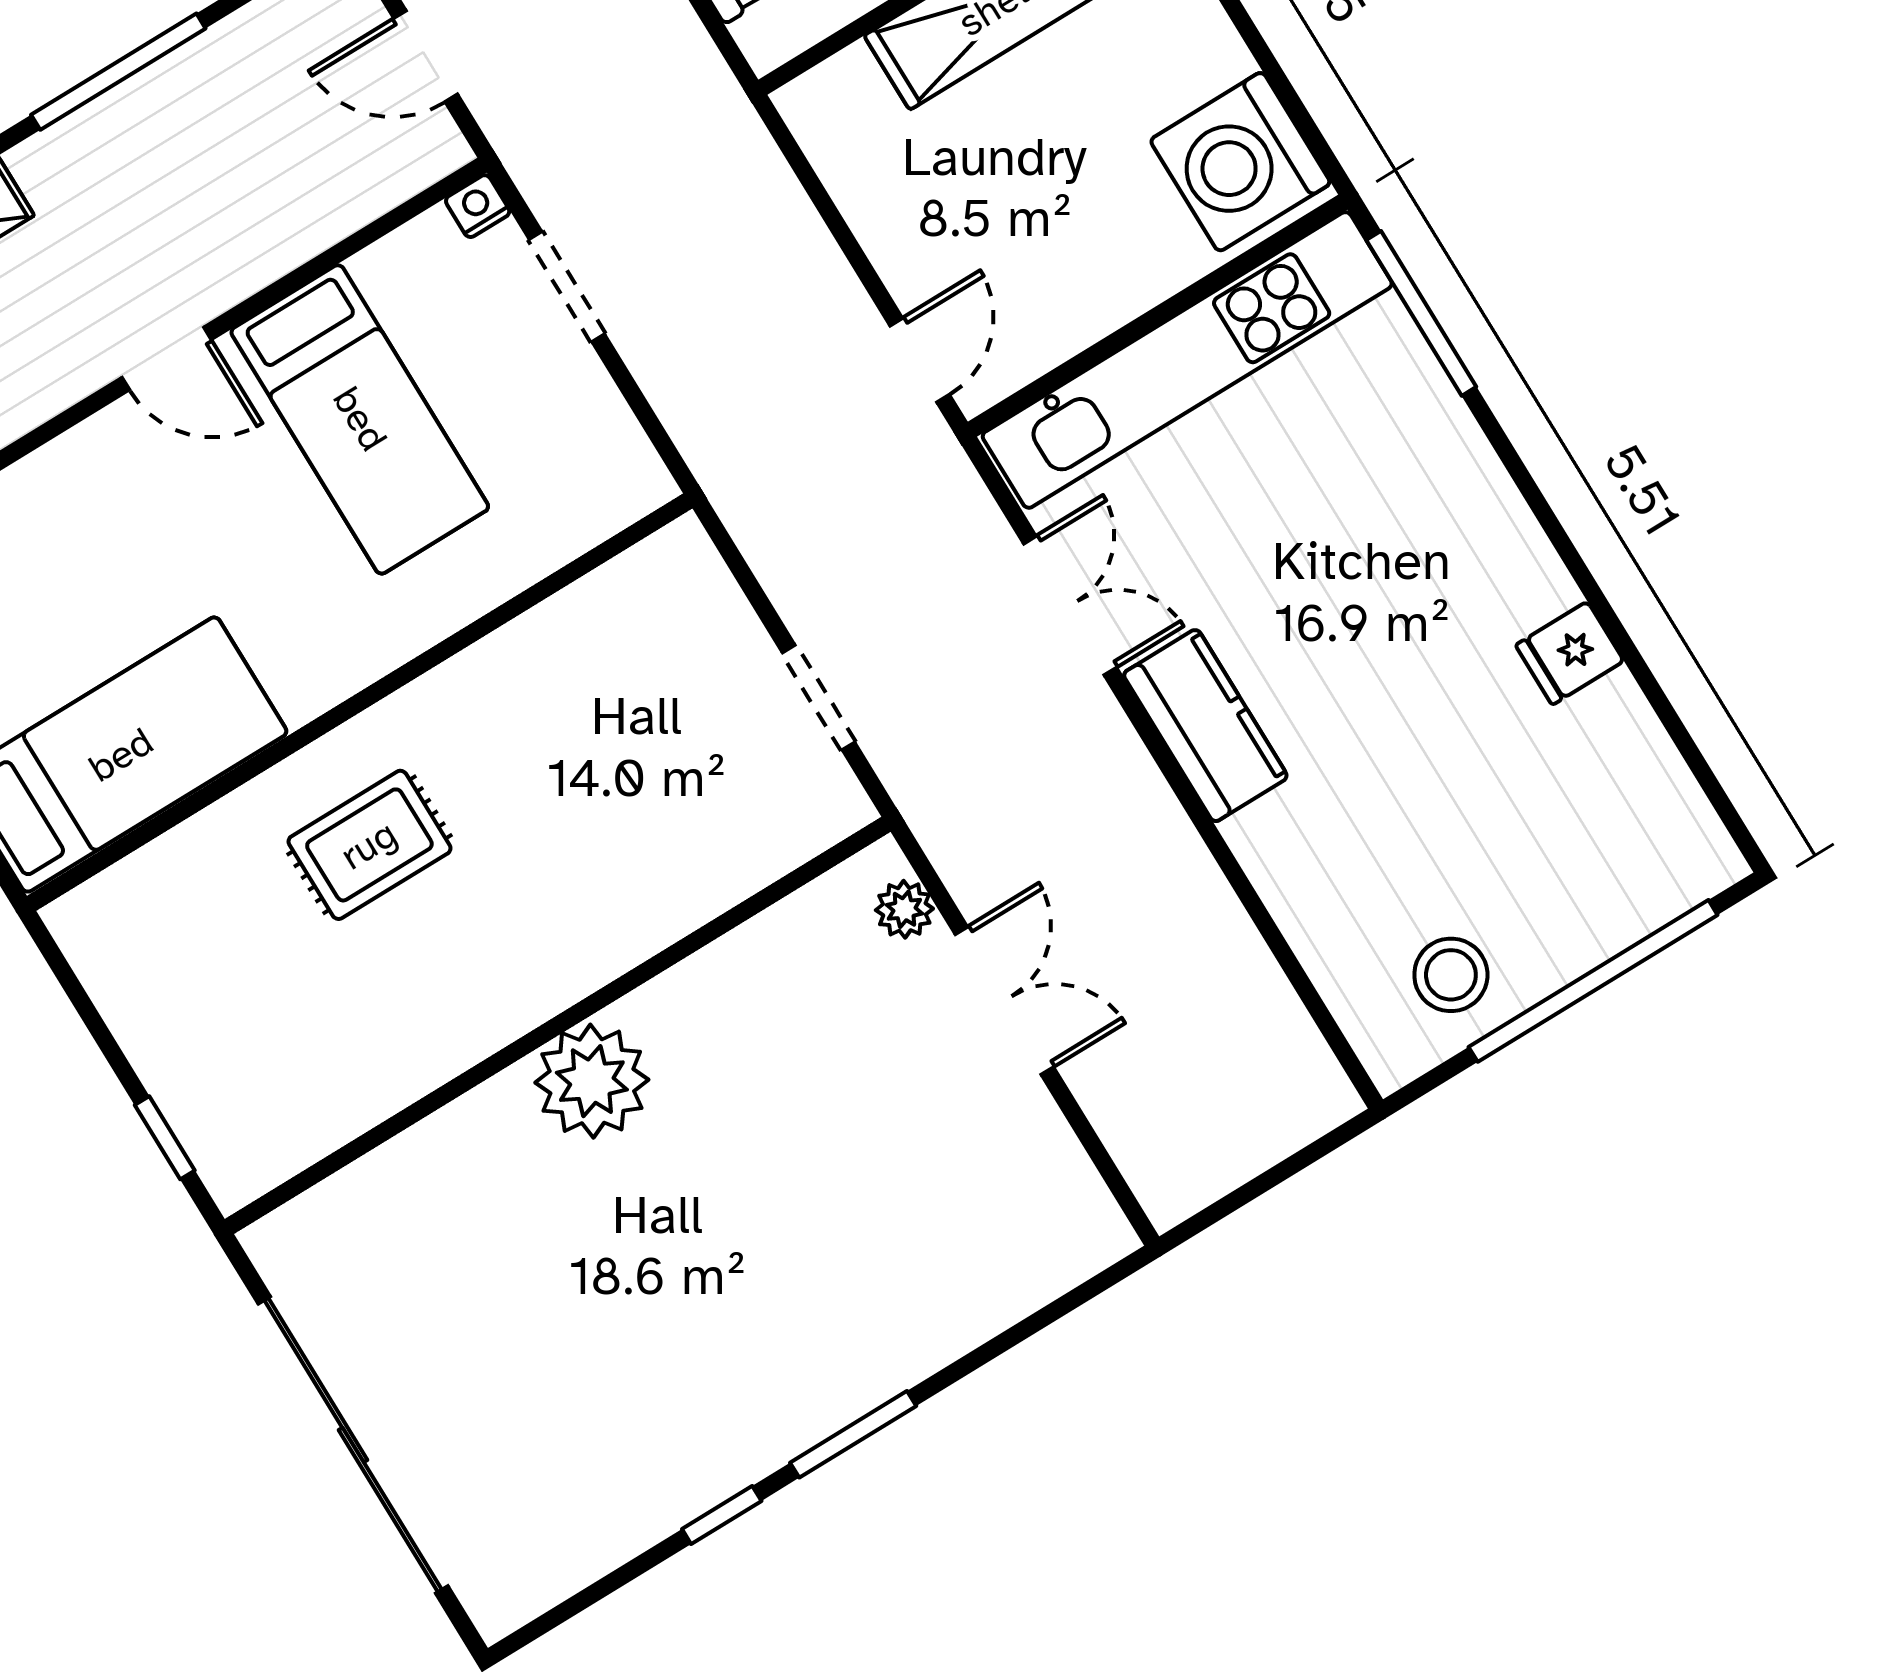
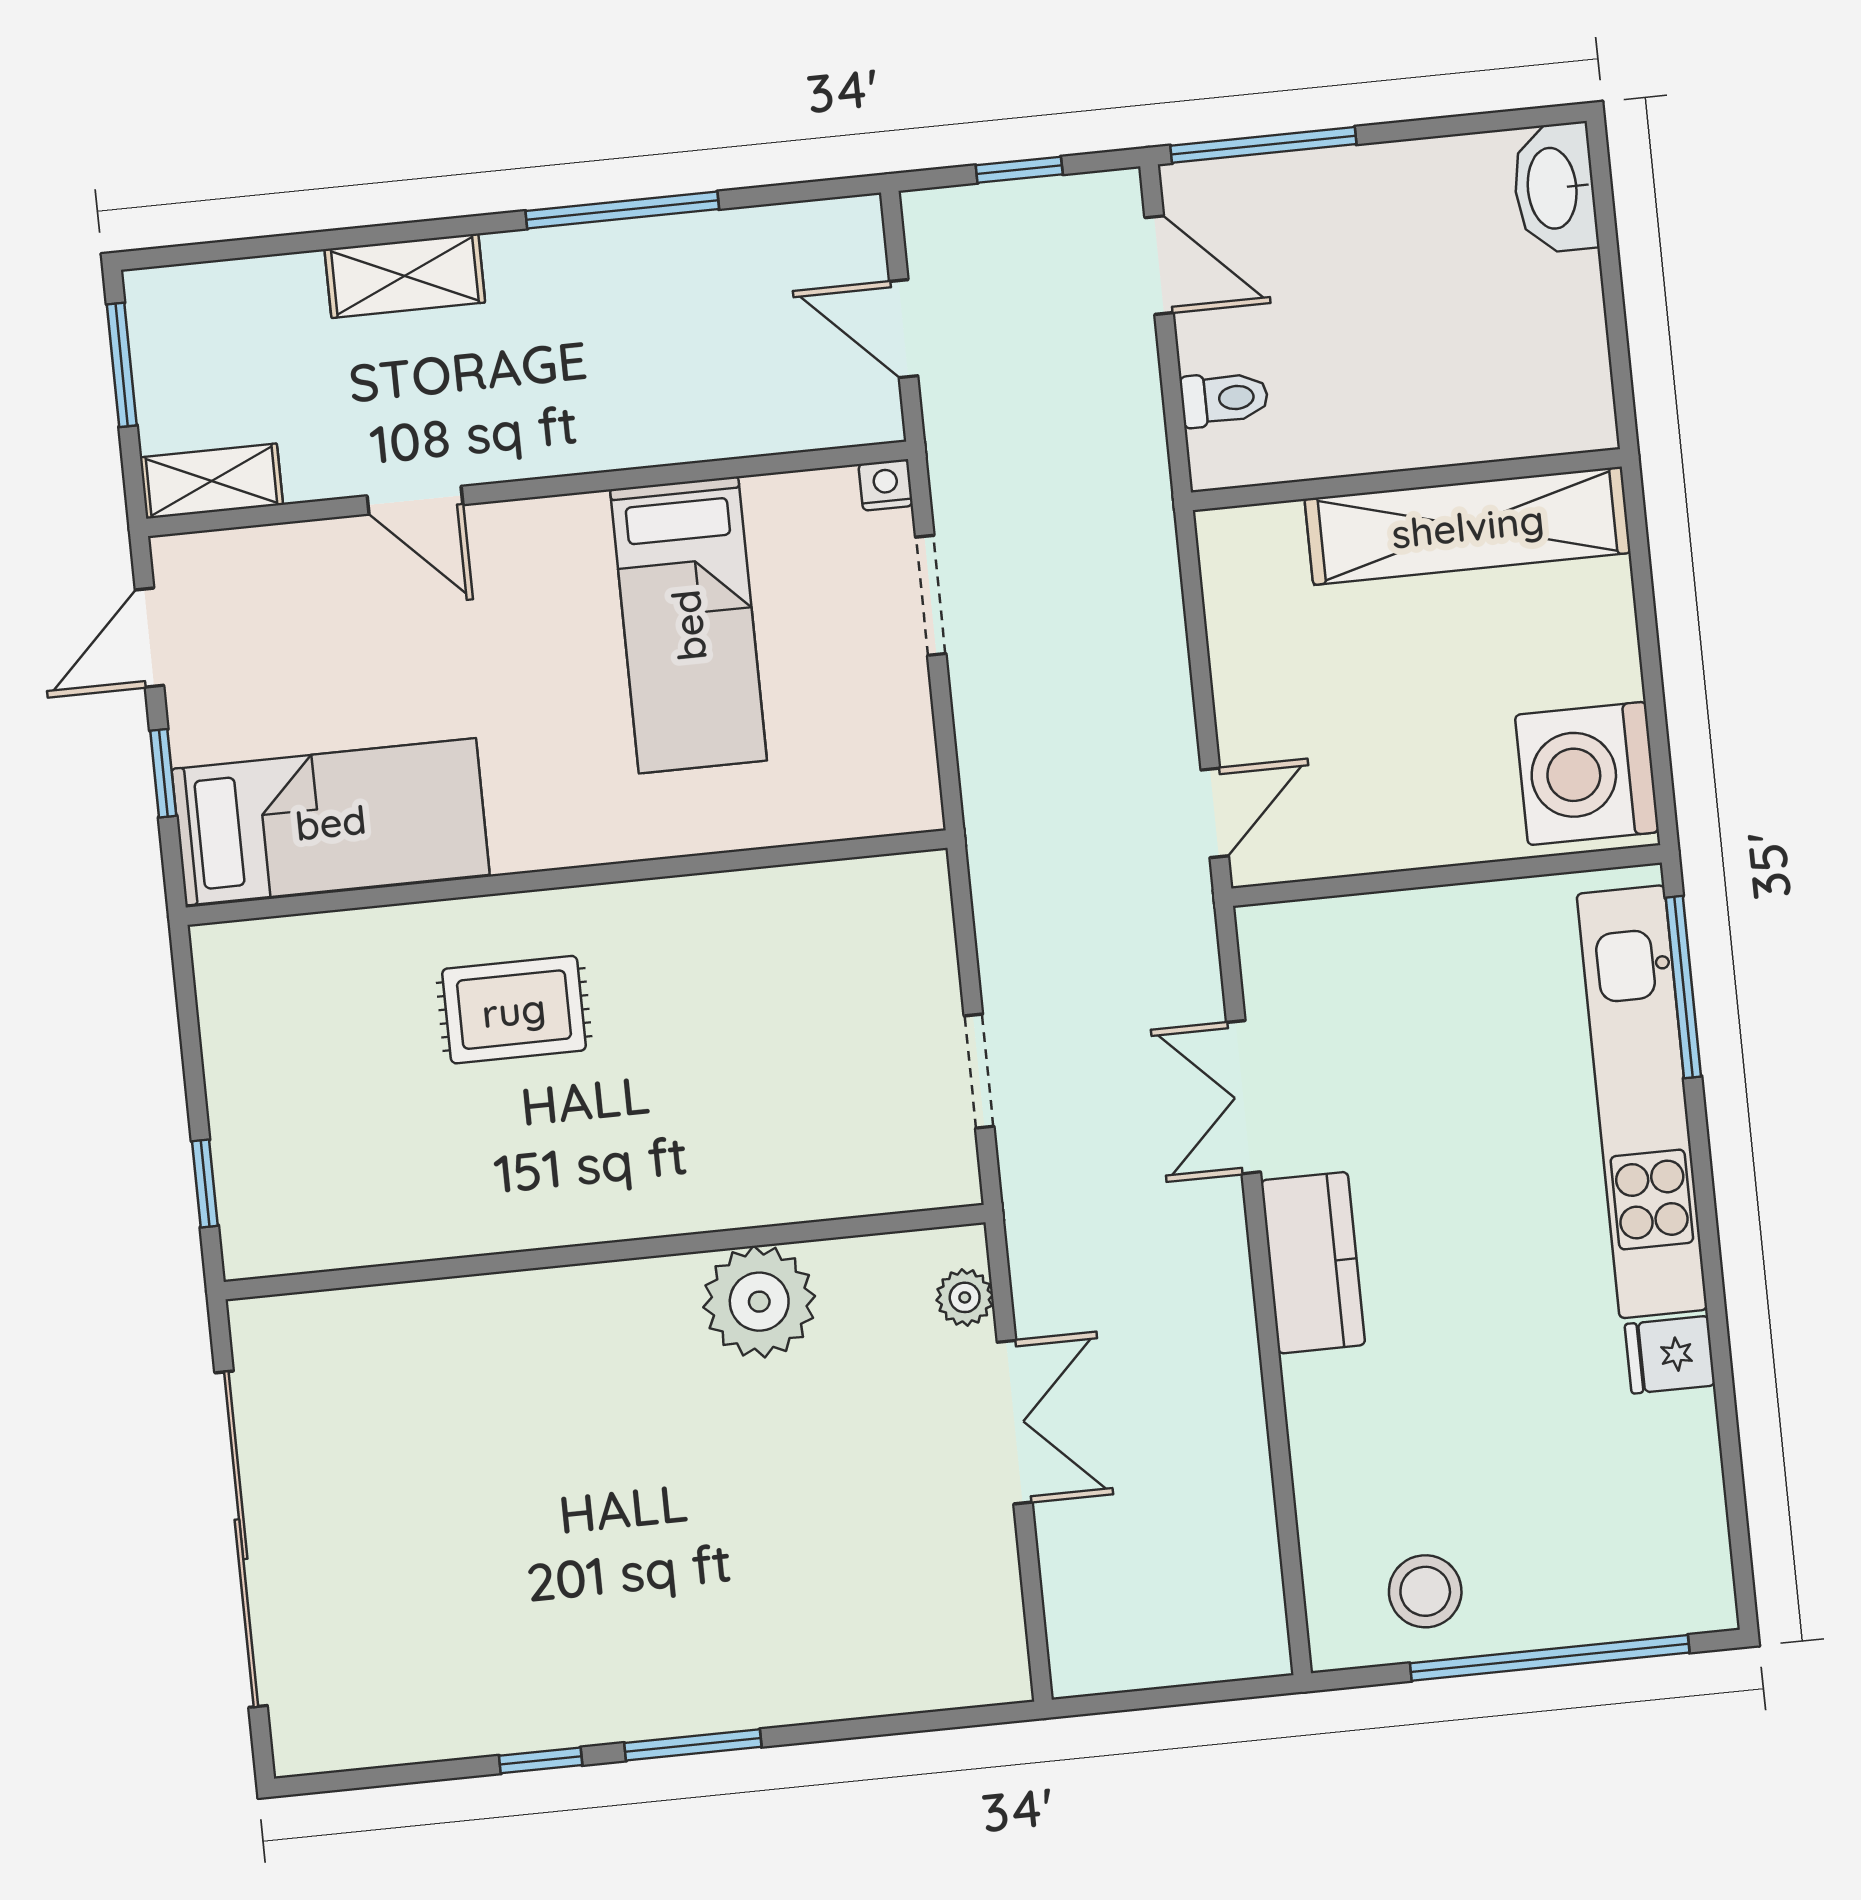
door: (167, 359) -> (415, 500), moved
kitchen unit: (1187, 360) -> (1642, 1102), moved, turned 90
double door: (1070, 606) -> (1244, 1097), swing flipped
plant: (592, 1081) -> (759, 1302), moved

